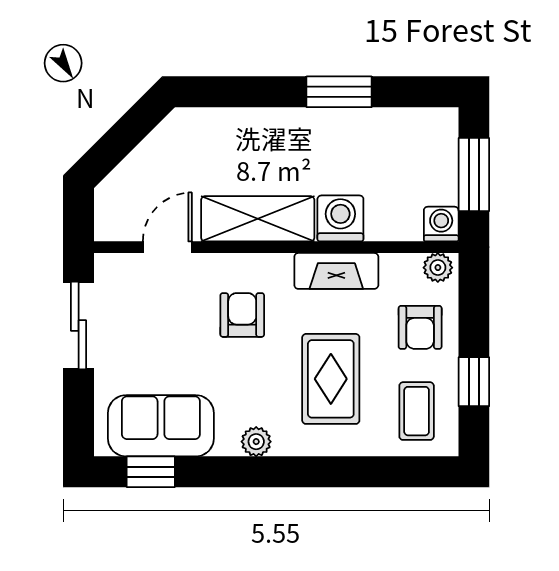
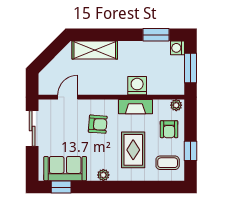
window: (339, 92) -> (156, 35), moved
shelving: (258, 219) -> (95, 50), moved
washing machine: (441, 224) -> (177, 48), moved, turned -90
armchair: (242, 315) -> (98, 124), turned 94
coffee table: (417, 411) -> (168, 163), turned 90

